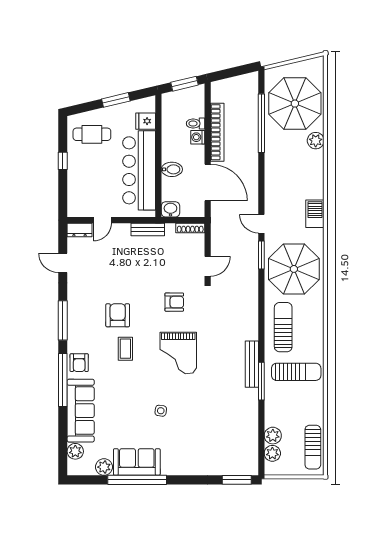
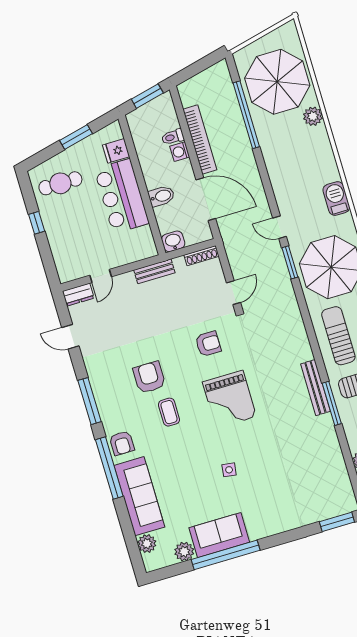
bar counter: (139, 170) -> (122, 196), width x0.73

